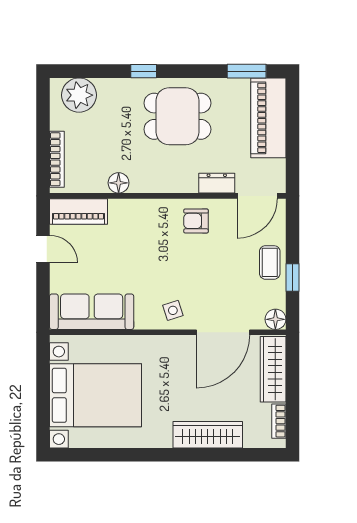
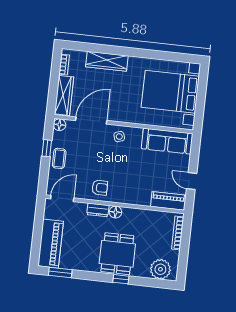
dining table: (177, 116) -> (117, 254), moved, turned 90
floor lamp: (119, 183) -> (115, 212), moved
dresser: (217, 183) -> (98, 210), moved

